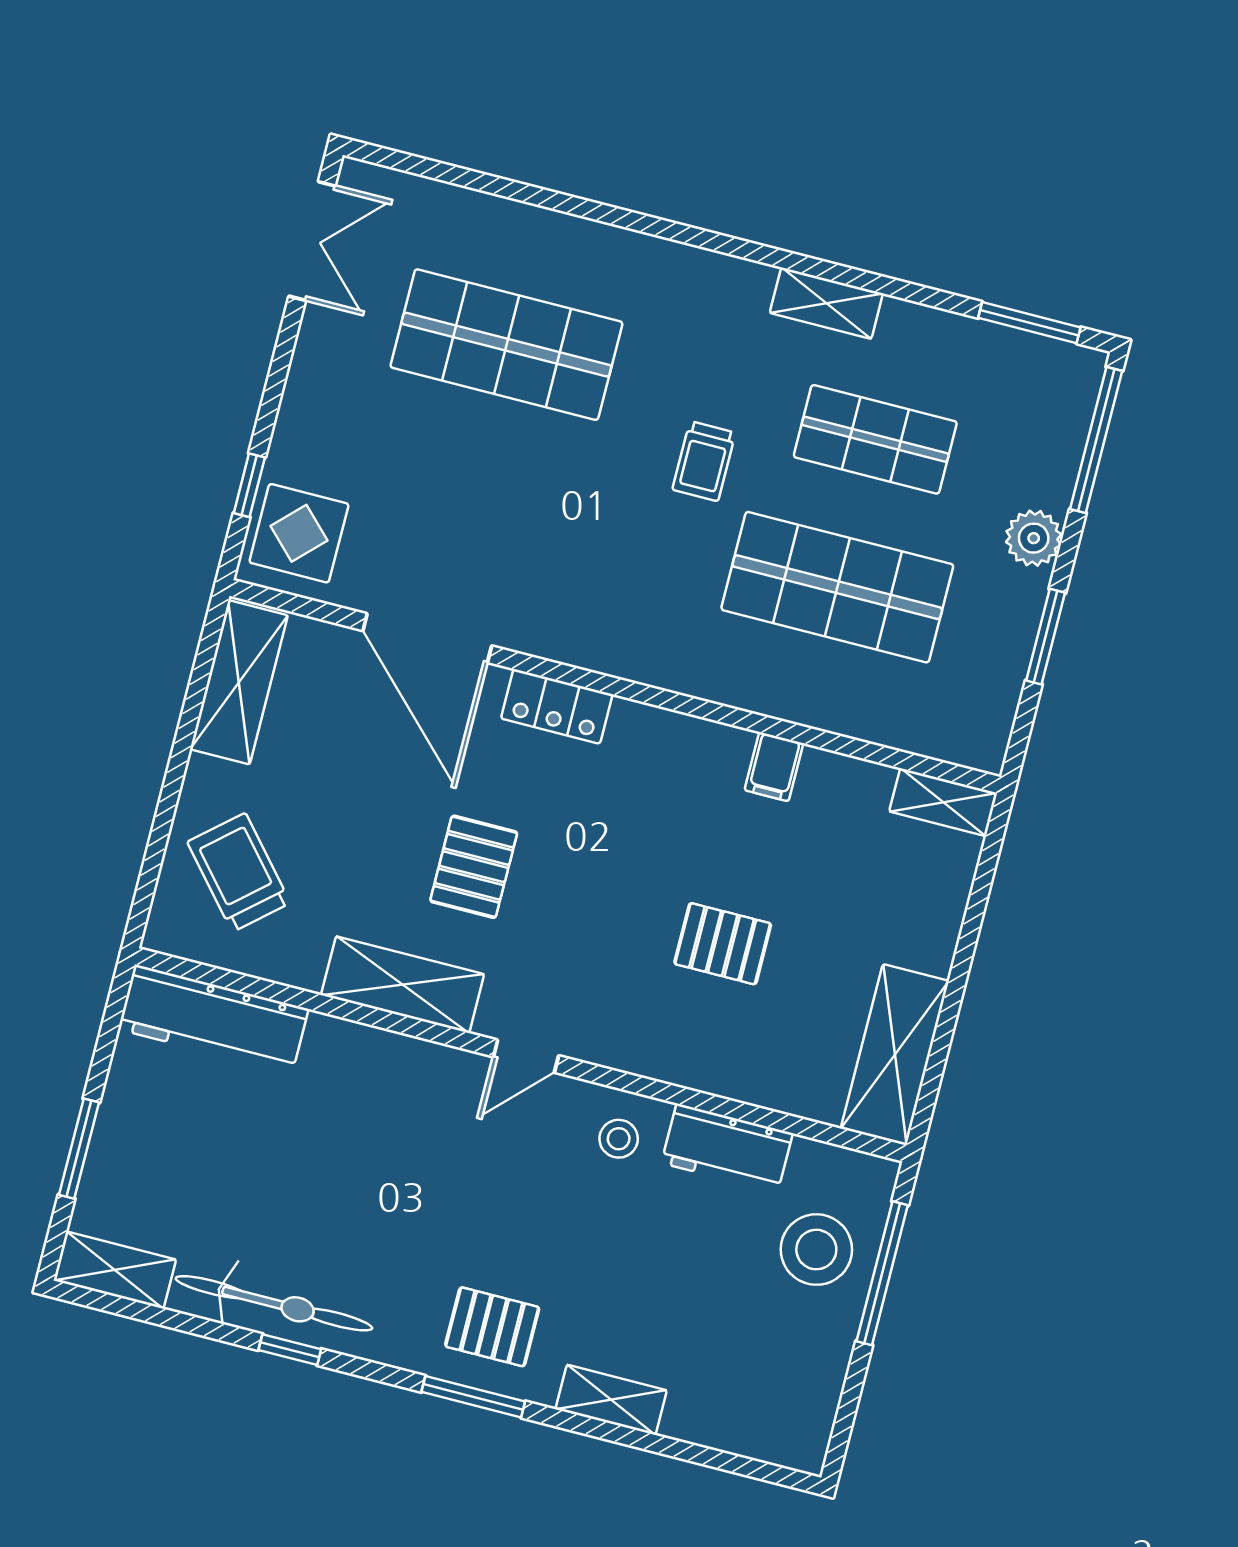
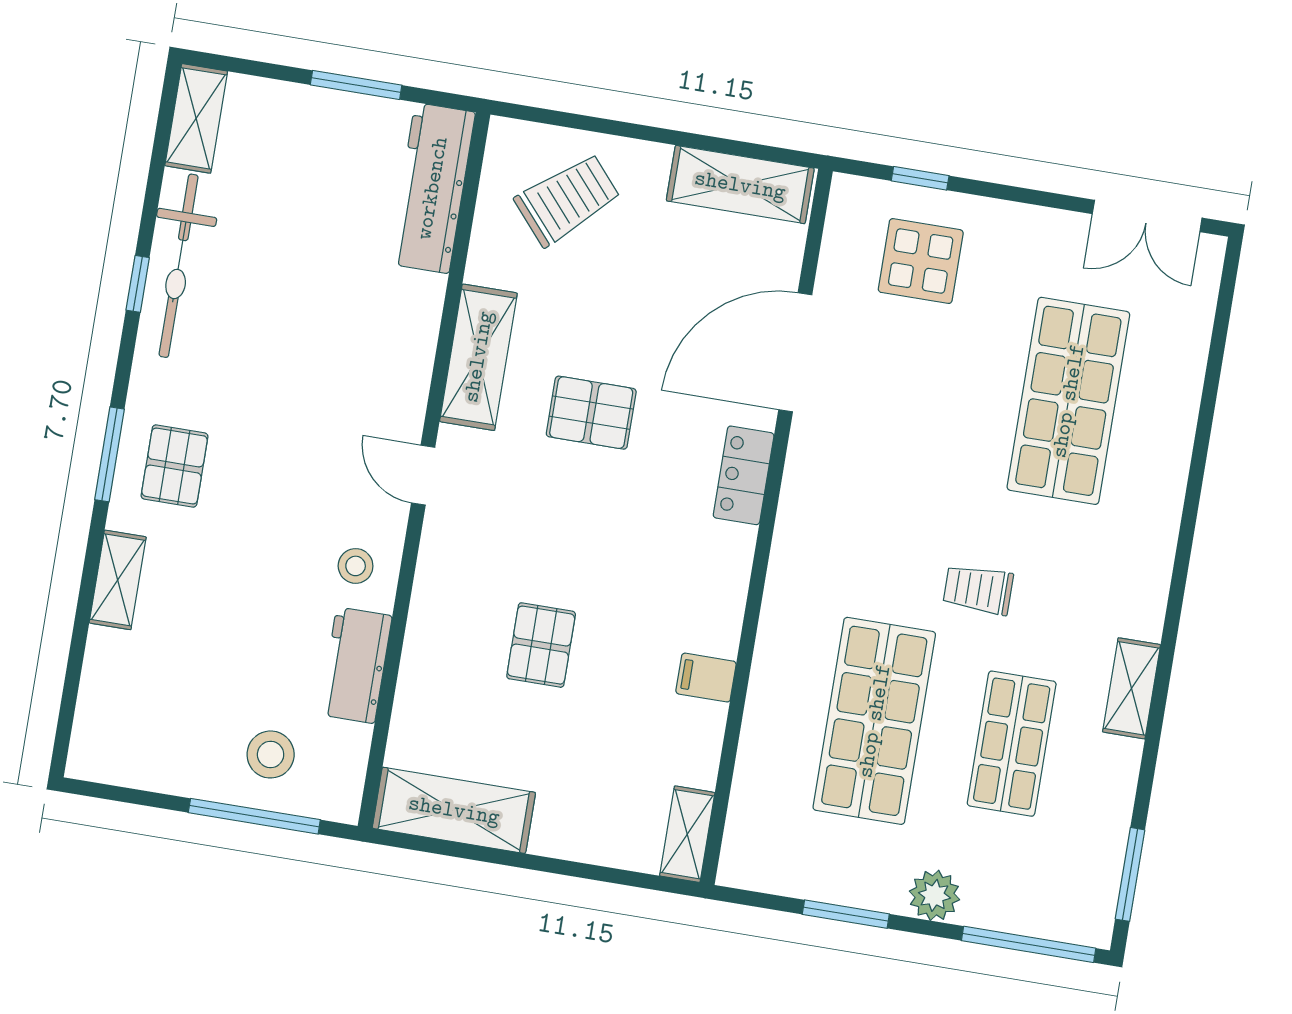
display table: (299, 533) -> (921, 261), moved
window: (79, 1149) -> (356, 85), moved
stool: (816, 1250) -> (271, 754), width x0.73, depth x0.73

